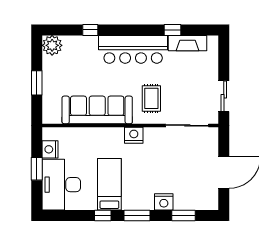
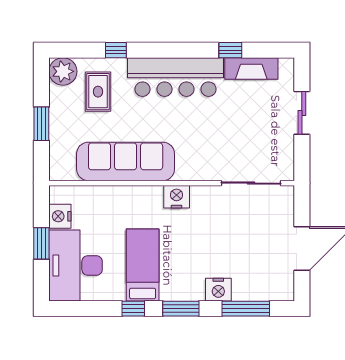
sliding door: (224, 96) -> (302, 113), moved
rug: (151, 98) -> (98, 92), moved
window: (184, 216) -> (246, 309), width x1.44

